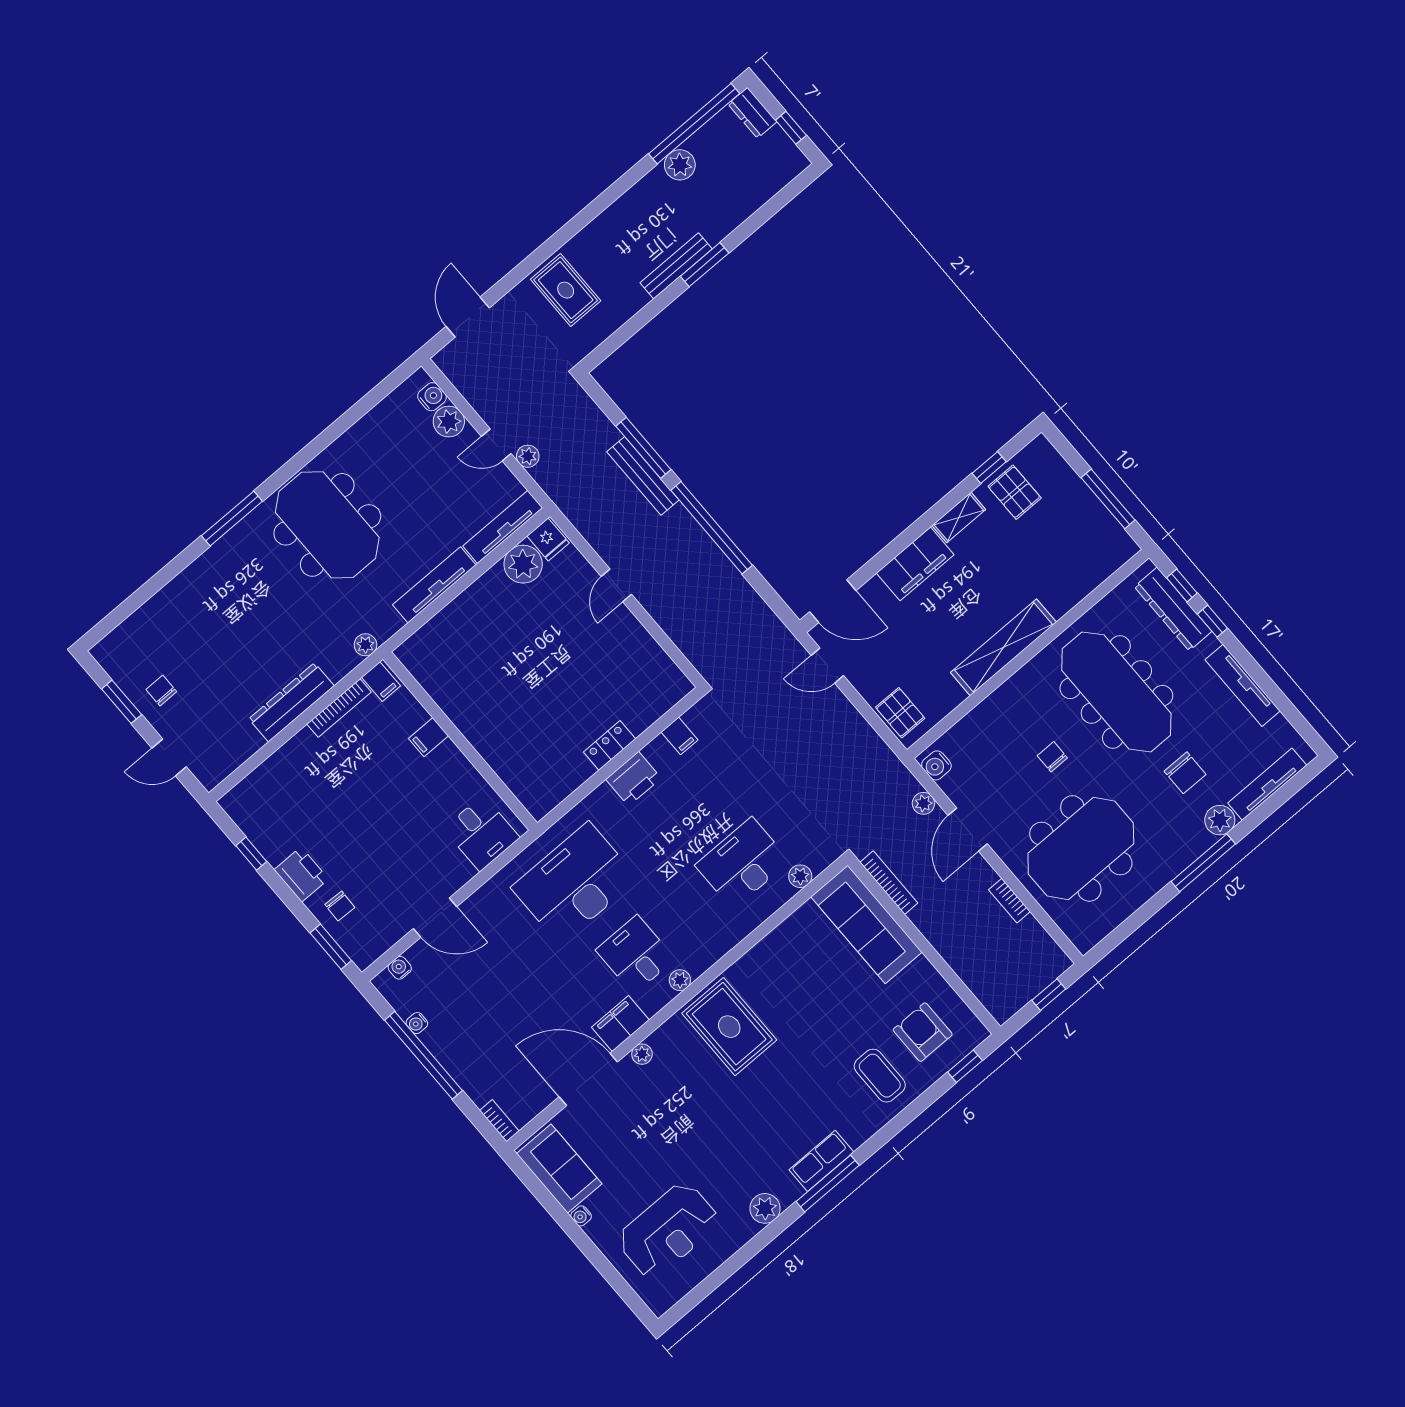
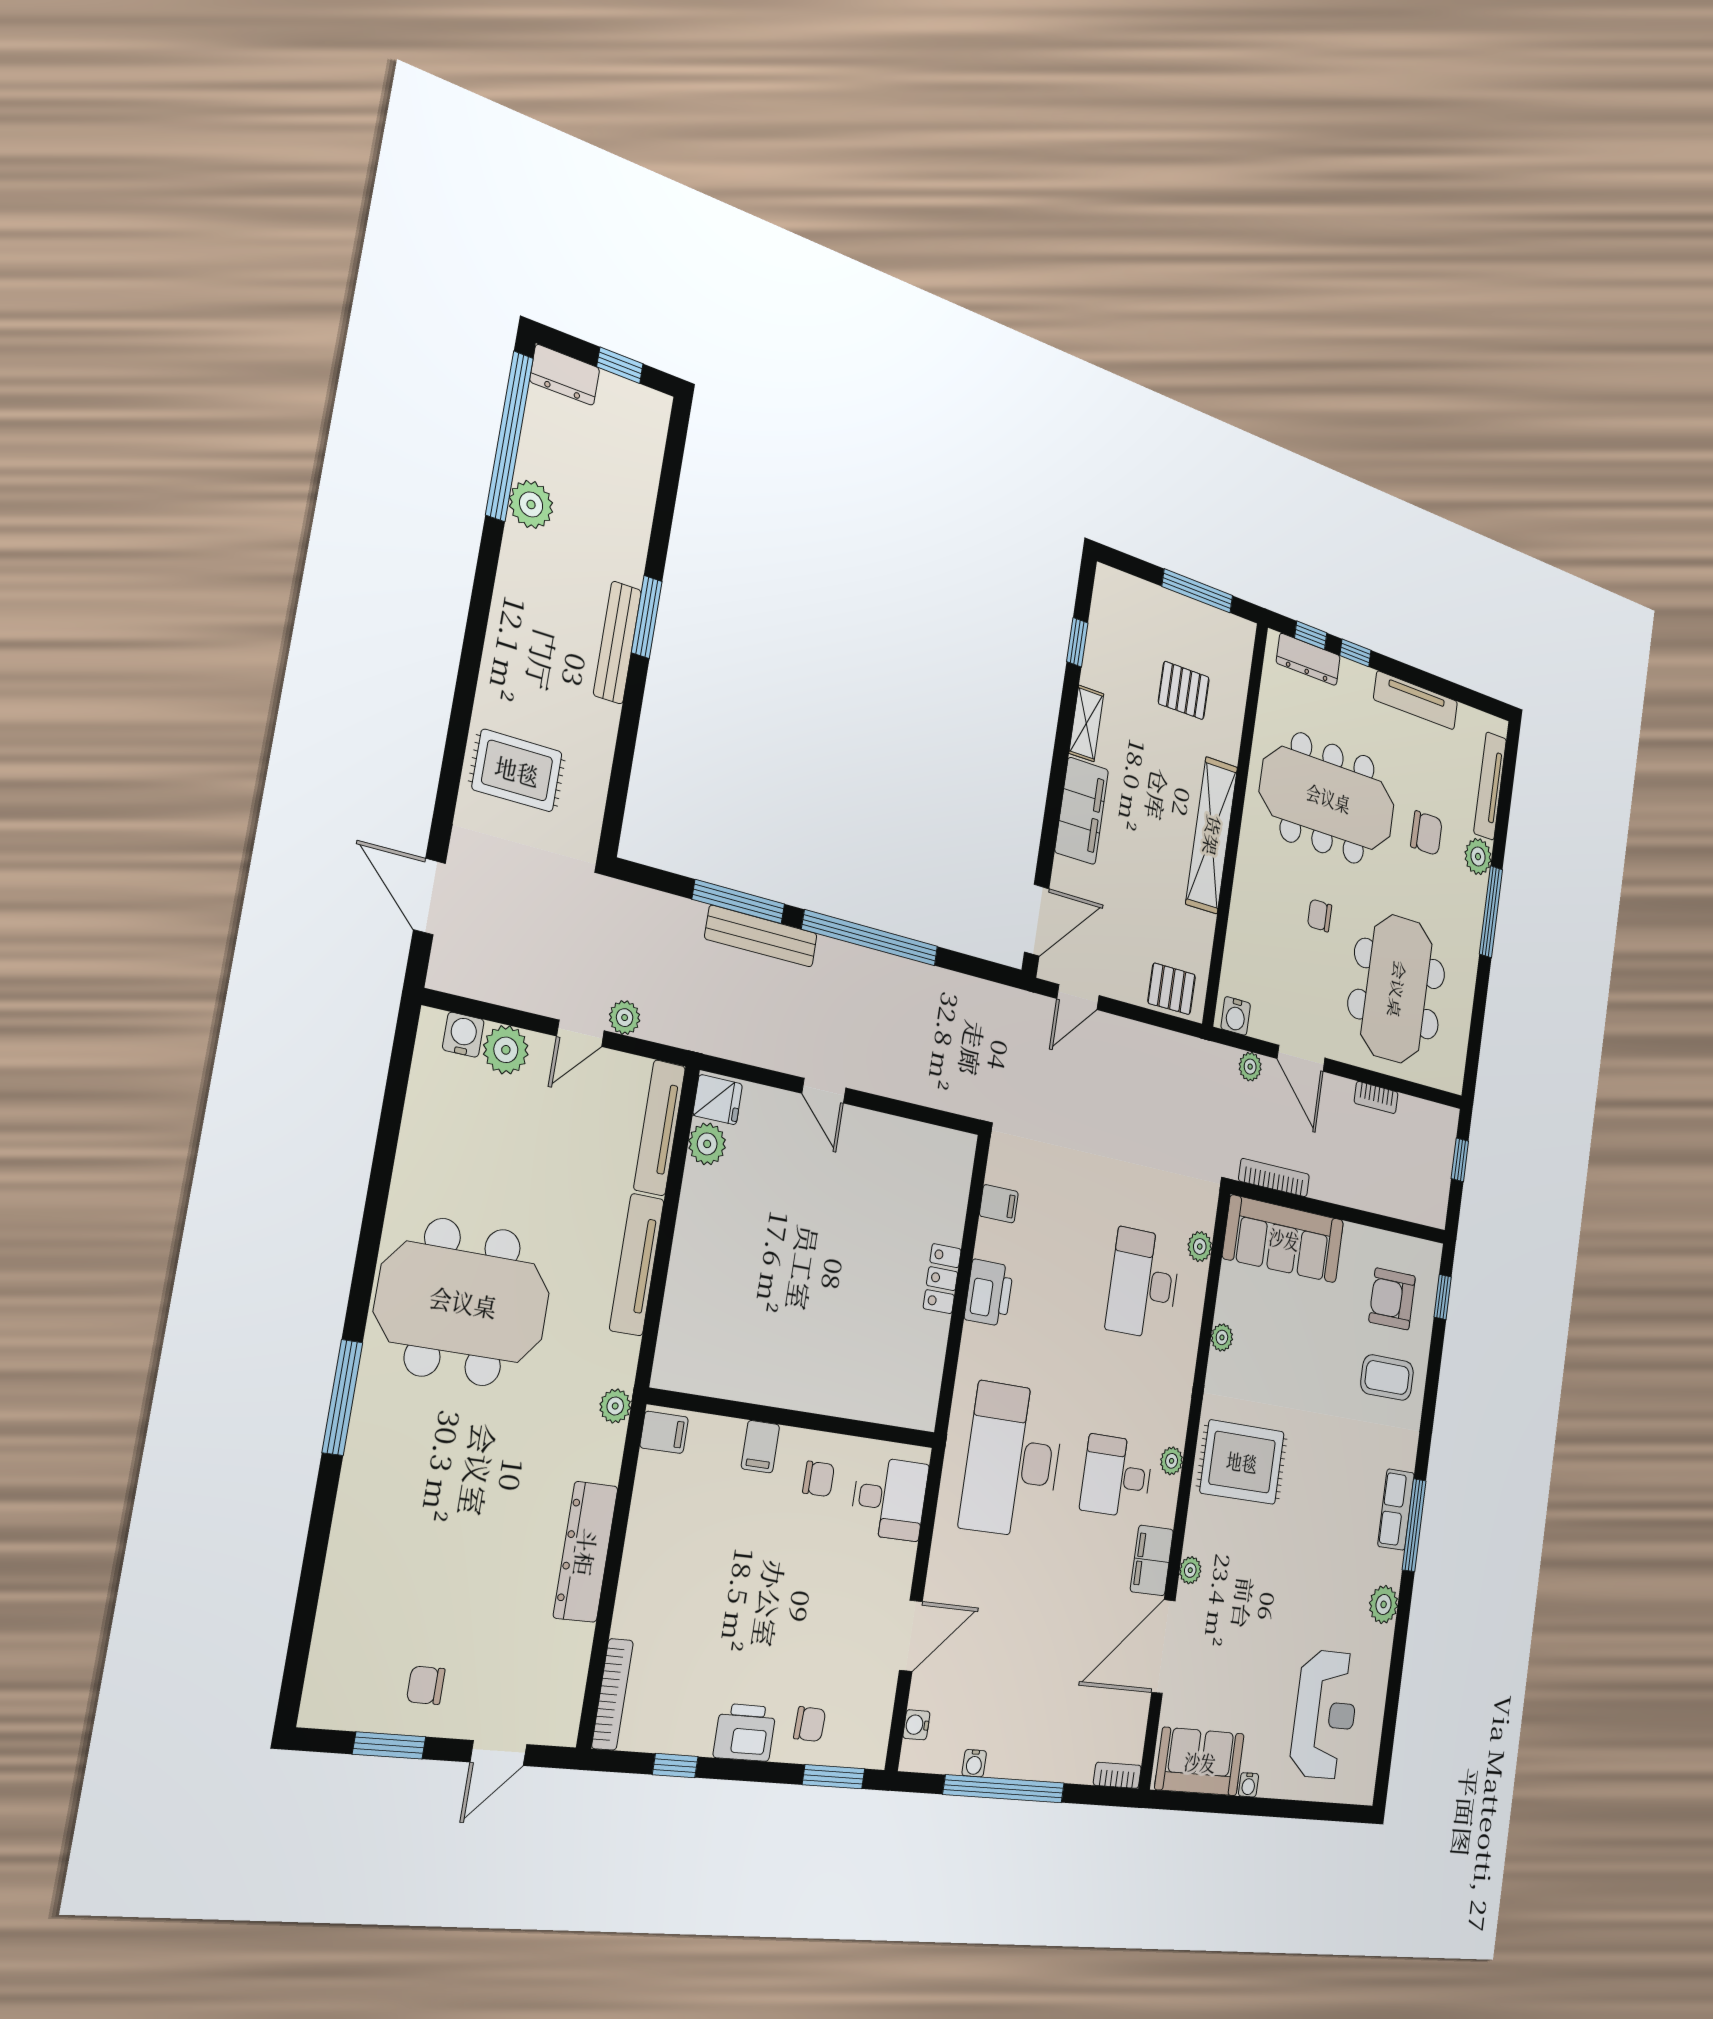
pallet: (1015, 492) -> (1184, 690), moved
plant: (523, 564) -> (707, 1144), width x0.73, depth x0.73
dresser: (1173, 609) -> (1308, 659), width x0.73, depth x0.80
bookcase: (339, 708) -> (612, 1694), moved
chair: (448, 784) -> (819, 1479), added
plant: (774, 942) -> (1222, 1337), added

